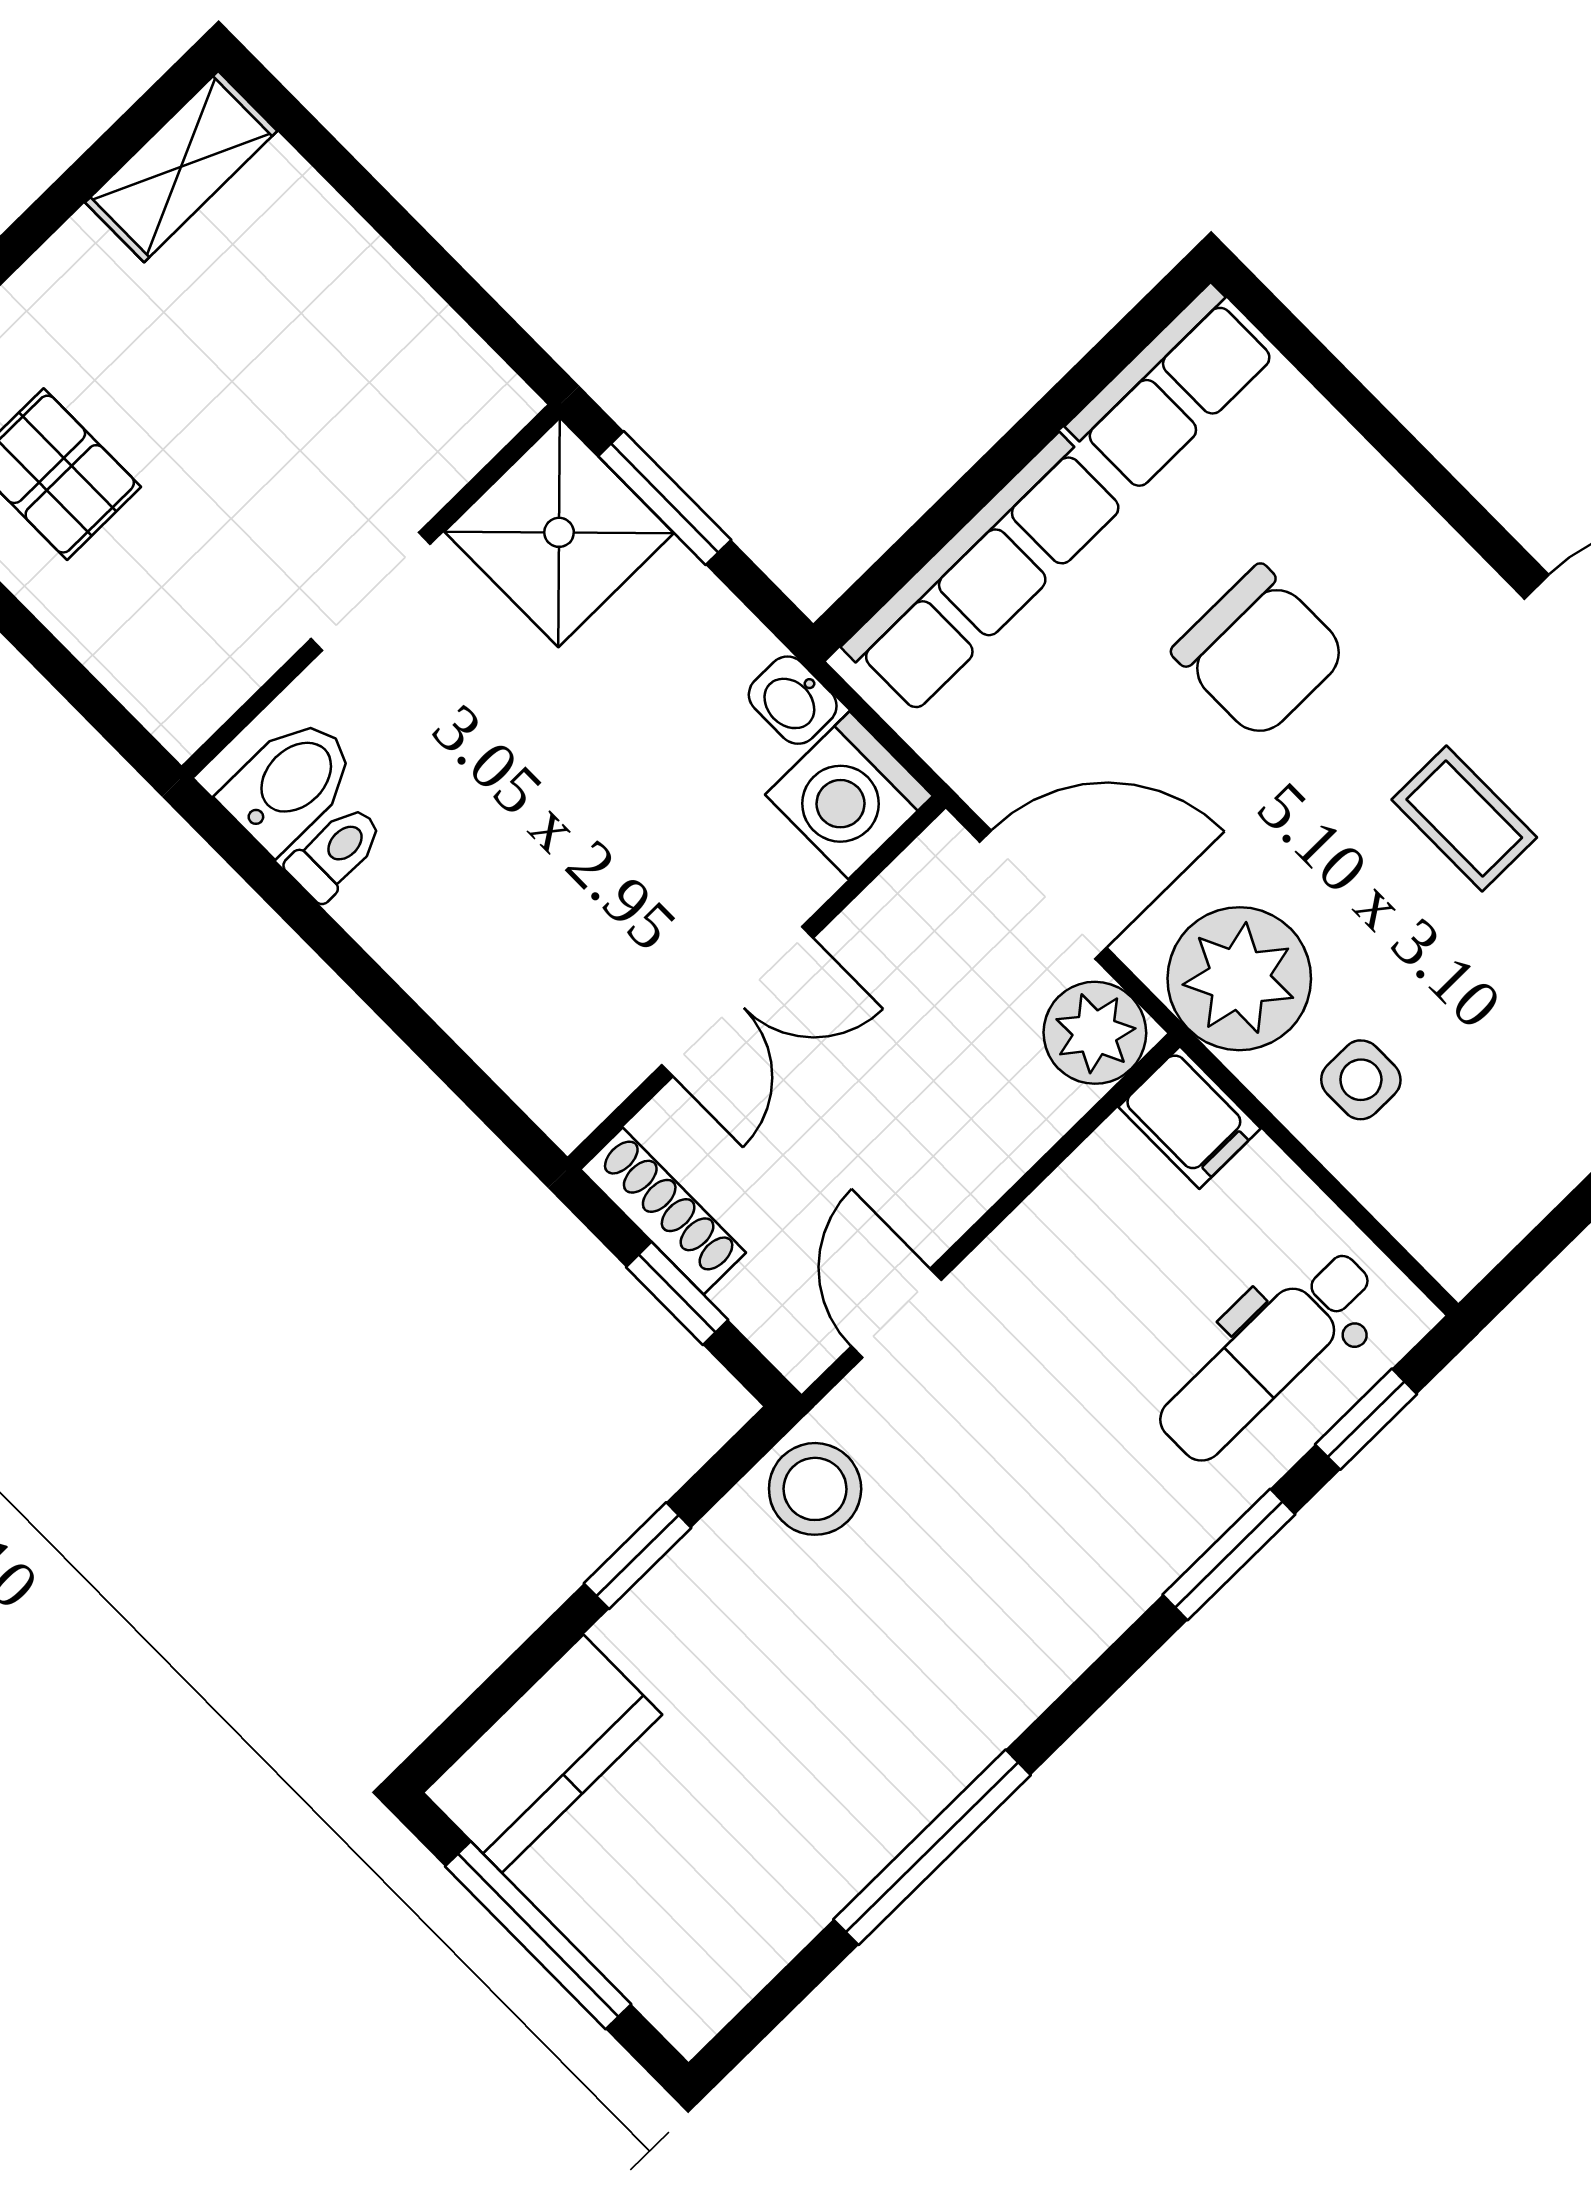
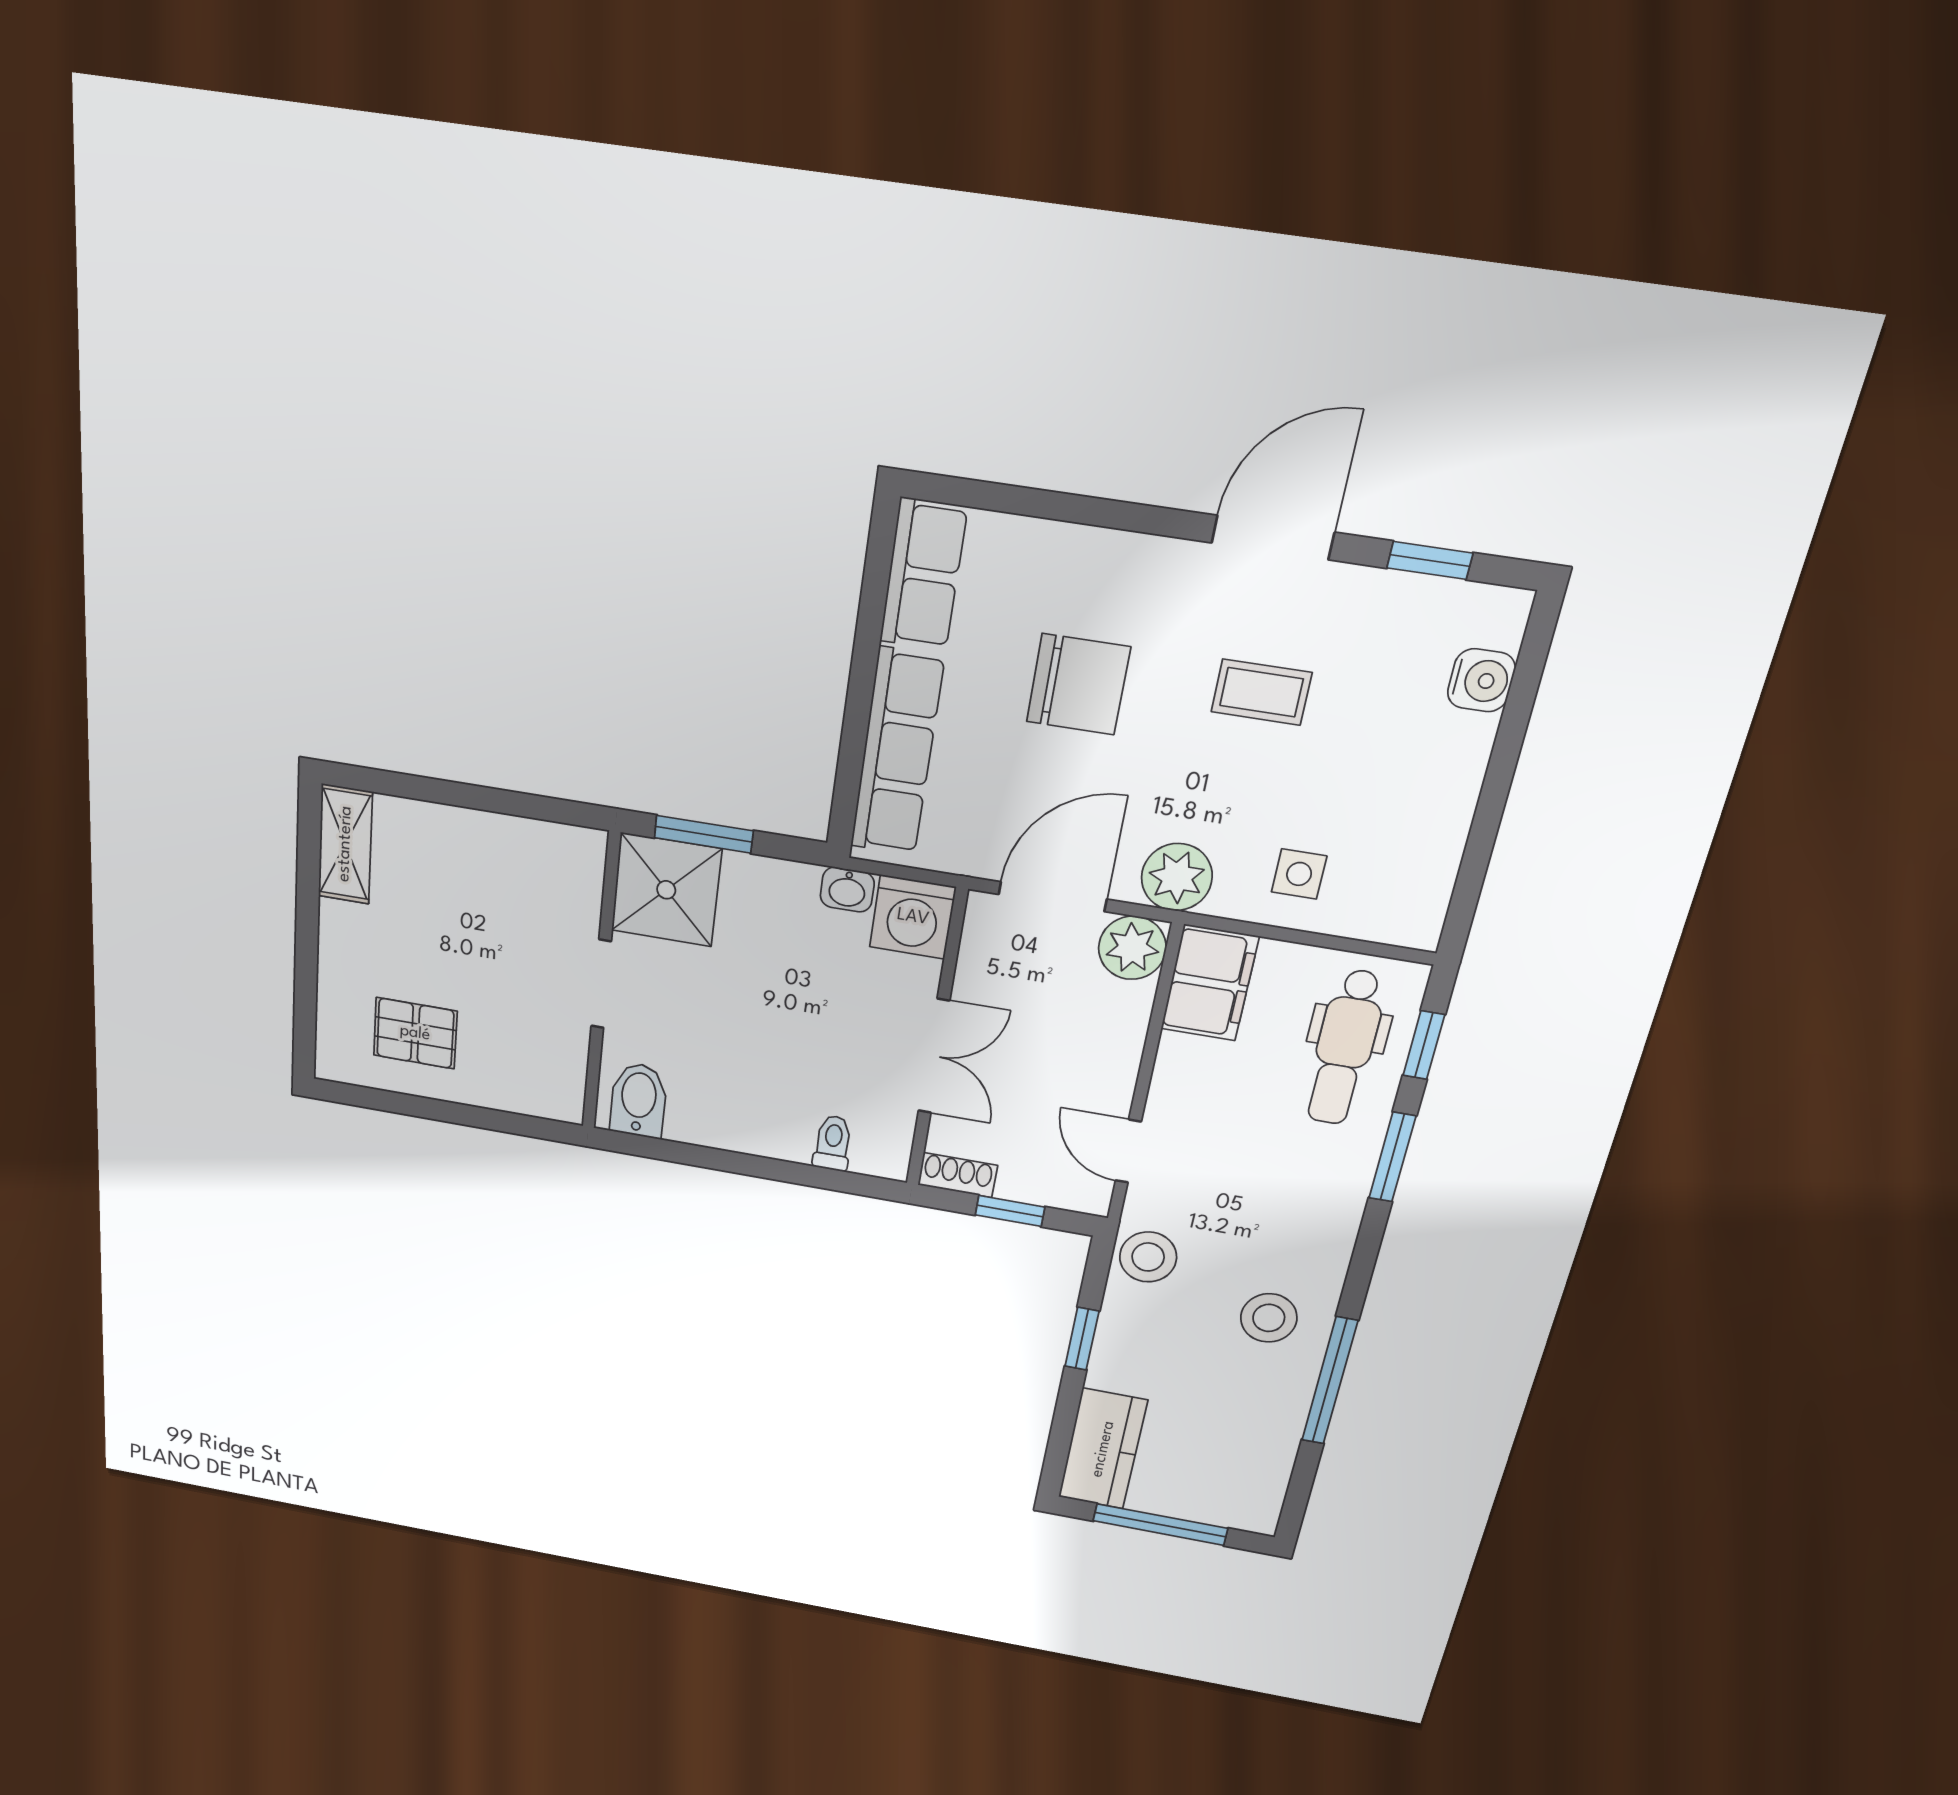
toilet: (335, 853) -> (833, 1143), moved
plant: (1239, 979) -> (1177, 877), width x0.73, depth x0.73
filing cabinet: (1190, 1118) -> (1210, 983), width x2.00
shoe rack: (663, 1211) -> (958, 1175), width x0.70
stool: (914, 1692) -> (1269, 1318), added

